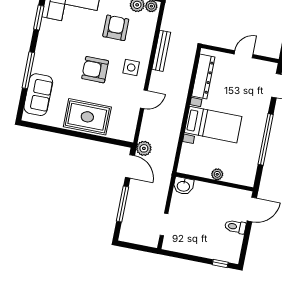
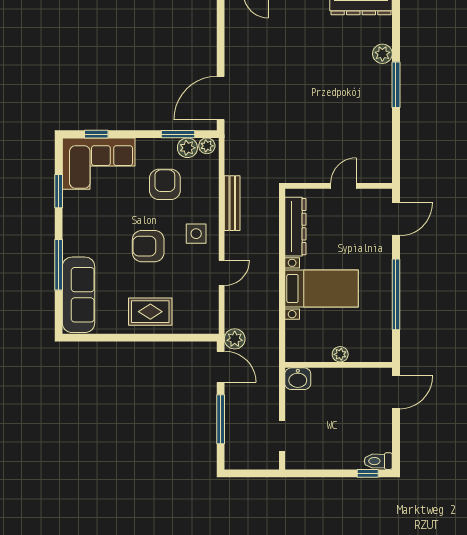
sofa: (38, 95) -> (79, 295), width x1.36
rug: (87, 117) -> (150, 312), width x0.73, depth x0.70
toilet: (235, 227) -> (378, 461), moved

